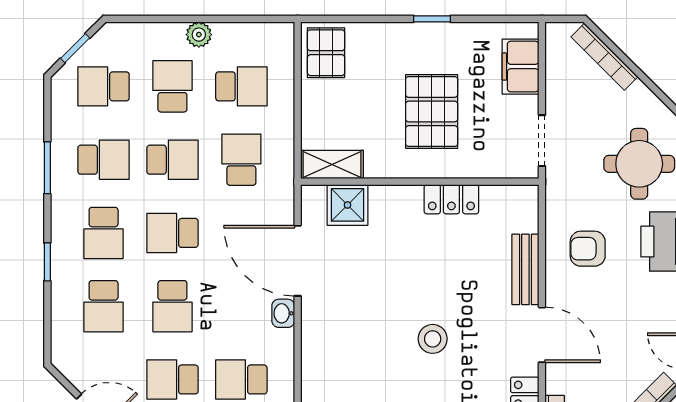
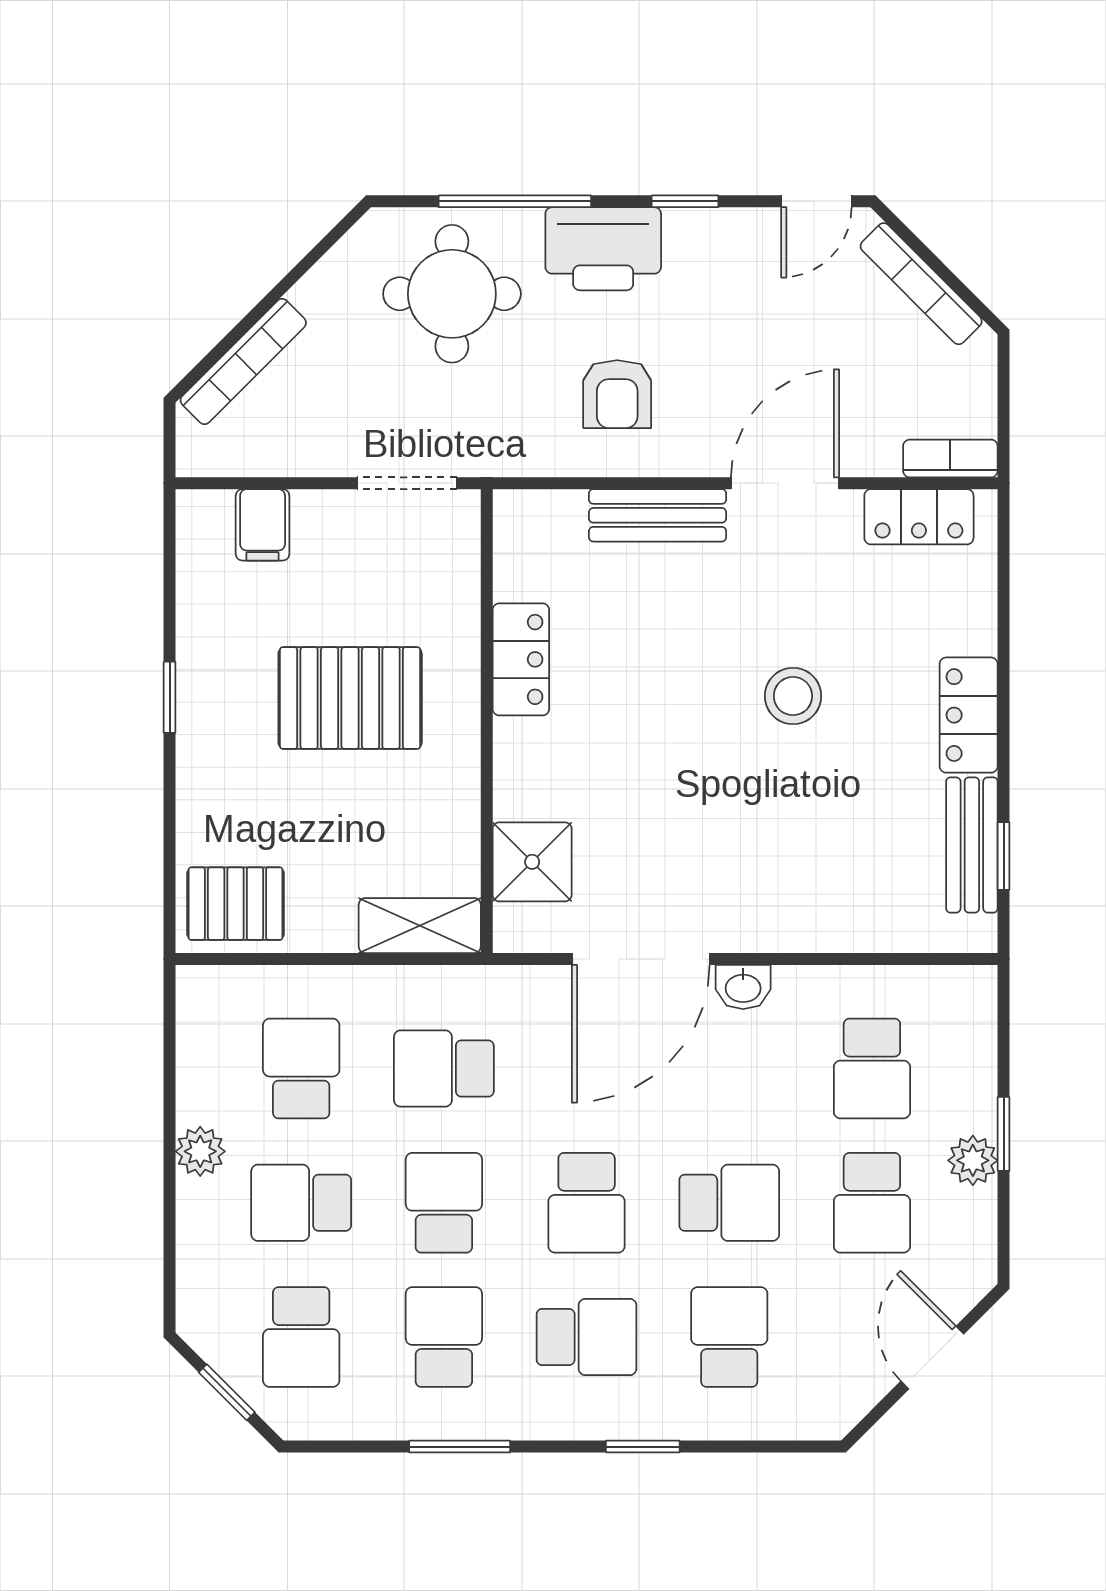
filing cabinet: (521, 67) -> (263, 525), width x0.50
shelving: (332, 165) -> (420, 926), moved, turned 90
school desk: (104, 306) -> (729, 1337), turned -90

